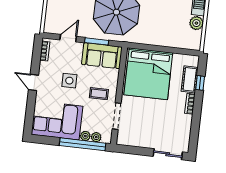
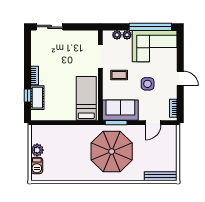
window: (97, 41) -> (116, 123), moved
bed: (148, 74) -> (86, 98), width x0.49
window: (83, 144) -> (150, 27), moved

